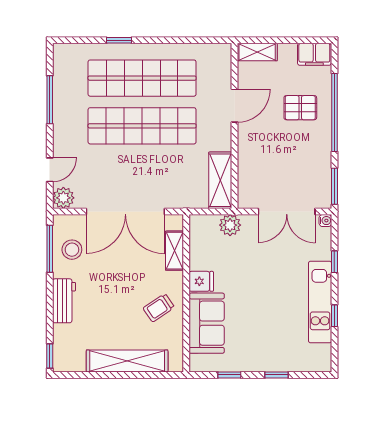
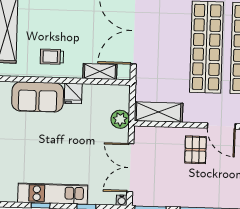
pallet: (300, 108) -> (195, 150), moved
trolley: (159, 308) -> (52, 57), turned -56

